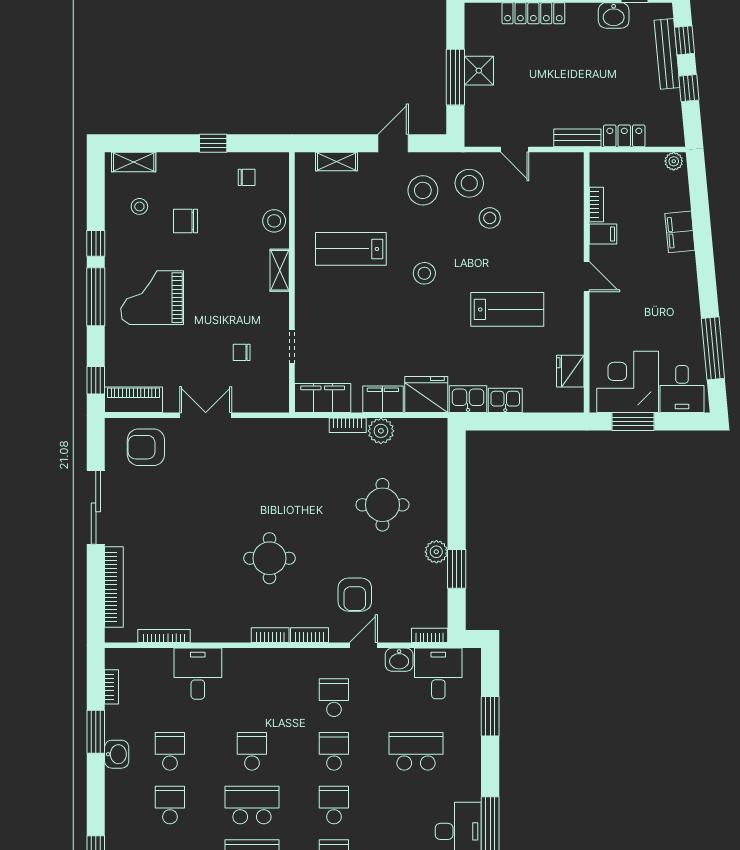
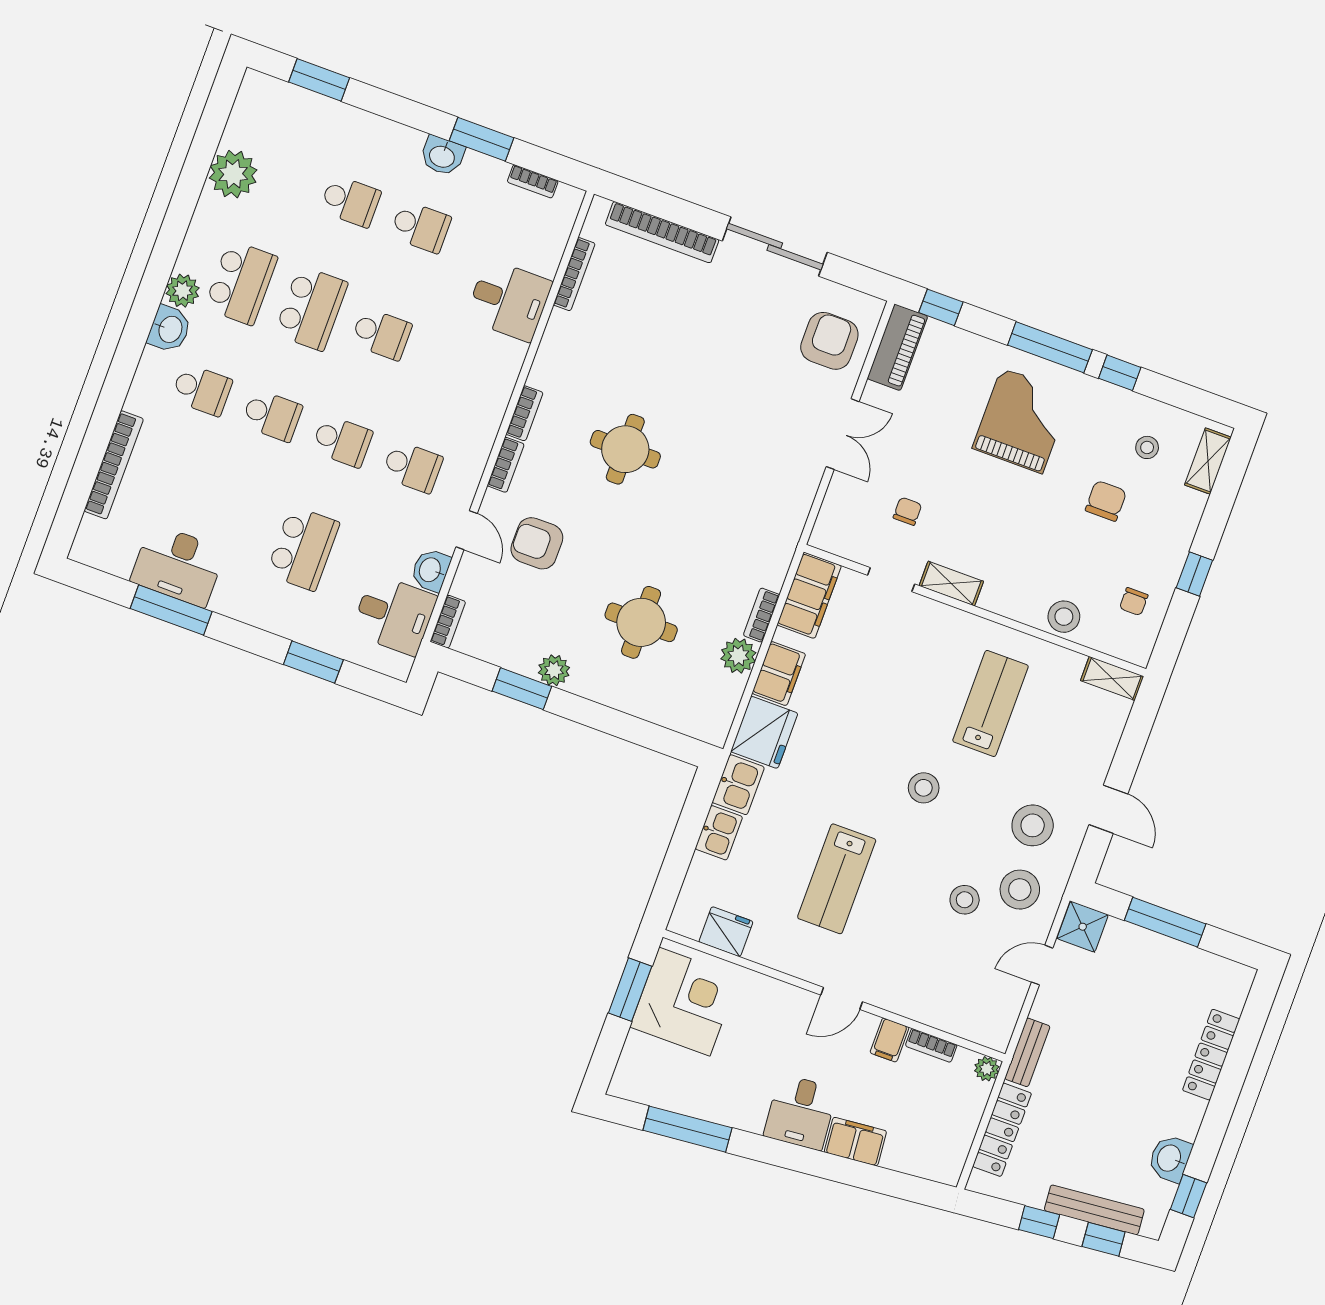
shower: (479, 71) -> (1083, 927), moved
locker: (624, 136) -> (1002, 1130), width x1.53
plant: (674, 161) -> (987, 1069), moved
shelving: (337, 162) -> (1112, 678), moved, turned 90
shelving: (280, 270) -> (951, 584), moved
desk: (682, 389) -> (801, 1112), moved, turned -95

